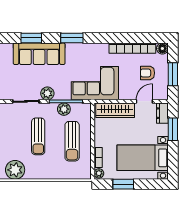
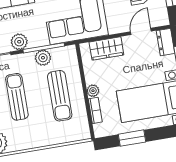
wardrobe: (115, 110) -> (106, 48), width x0.67
sun lounger: (38, 136) -> (17, 97), turned 180
plant: (99, 173) -> (93, 91), moved

